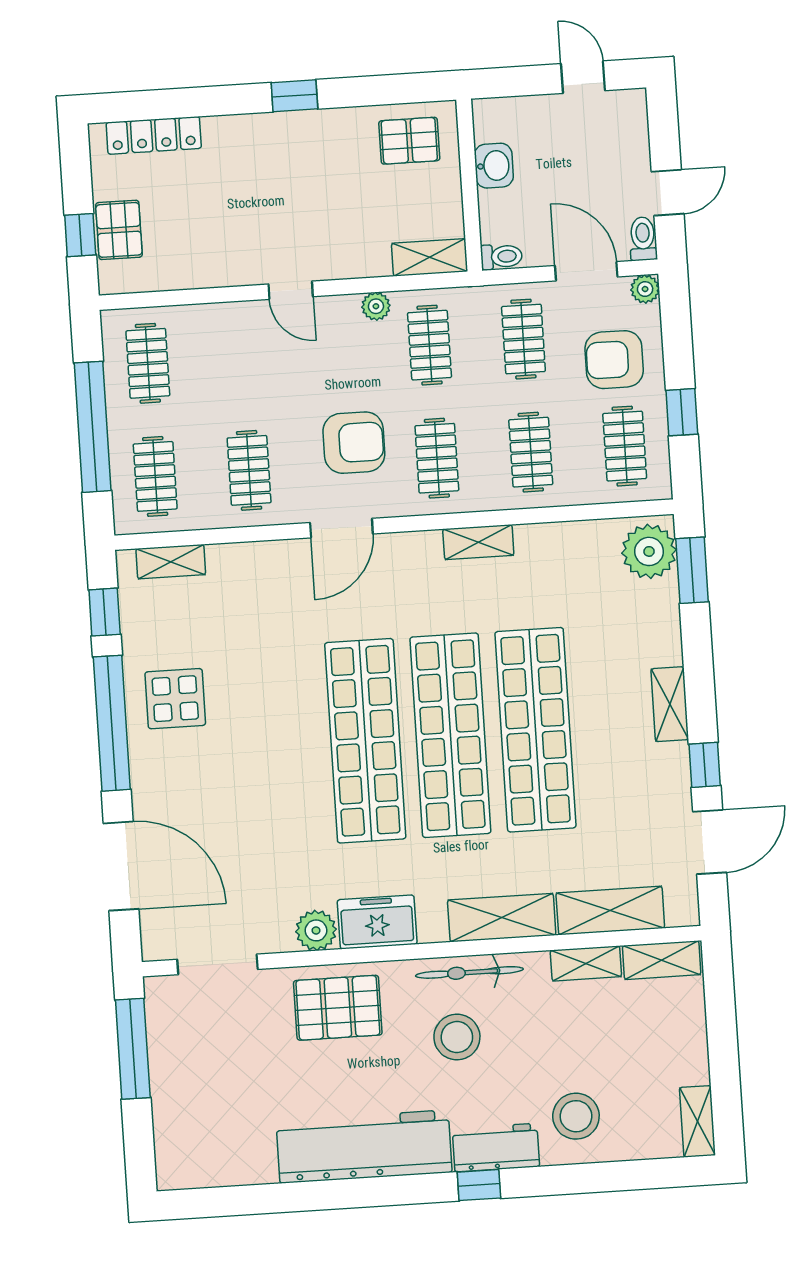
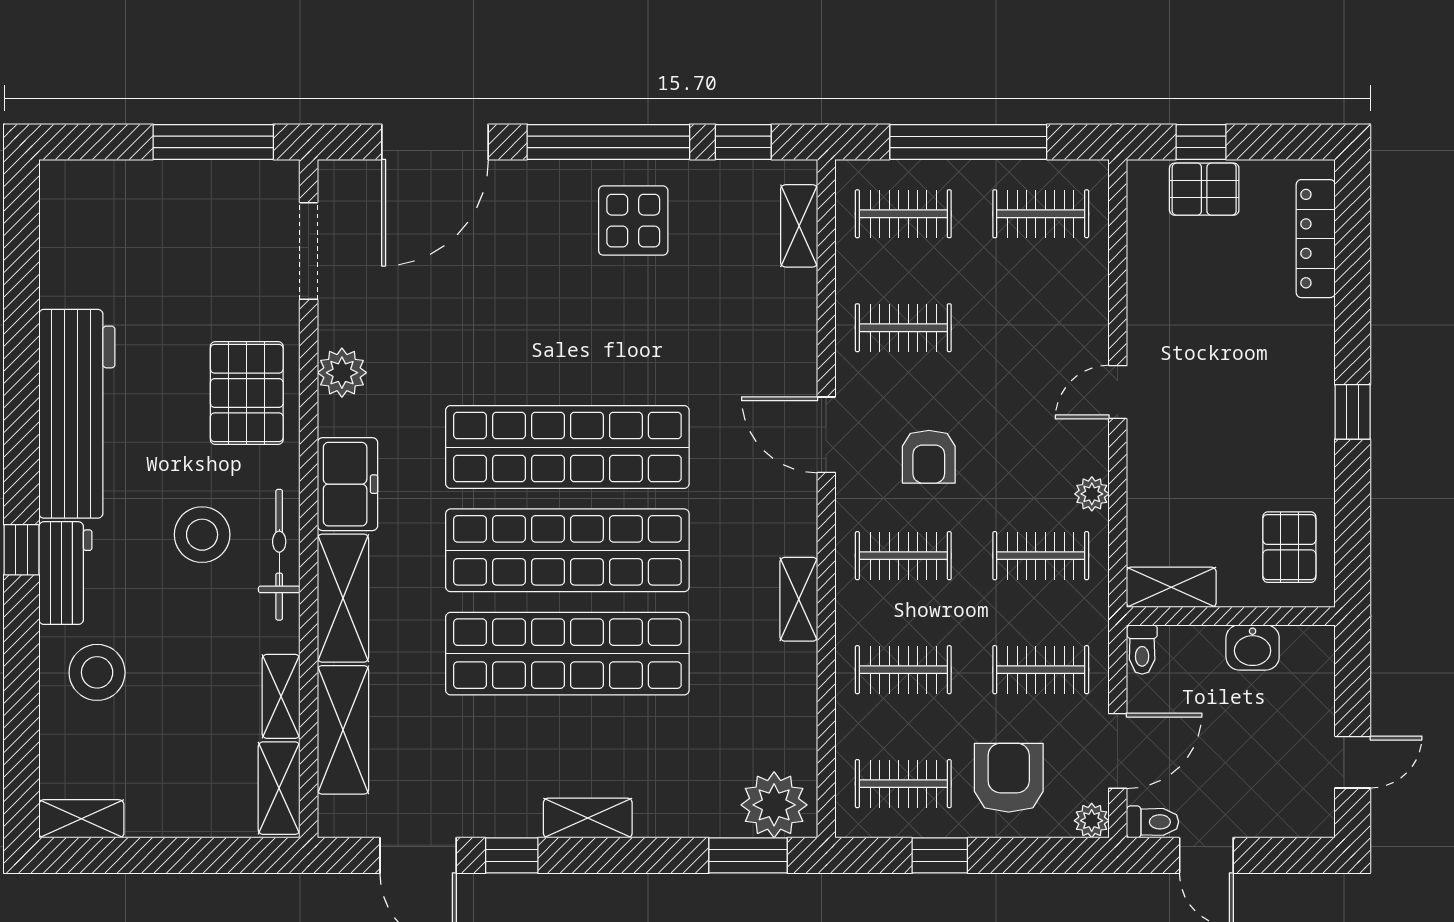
shelving: (430, 257) -> (1171, 587), moved, turned 90
armchair: (354, 443) -> (929, 457), width x0.72, depth x0.72
freezer: (377, 922) -> (347, 484), moved

